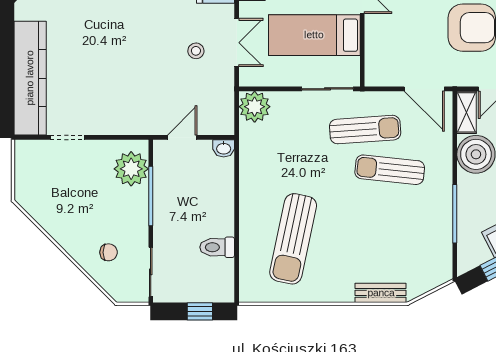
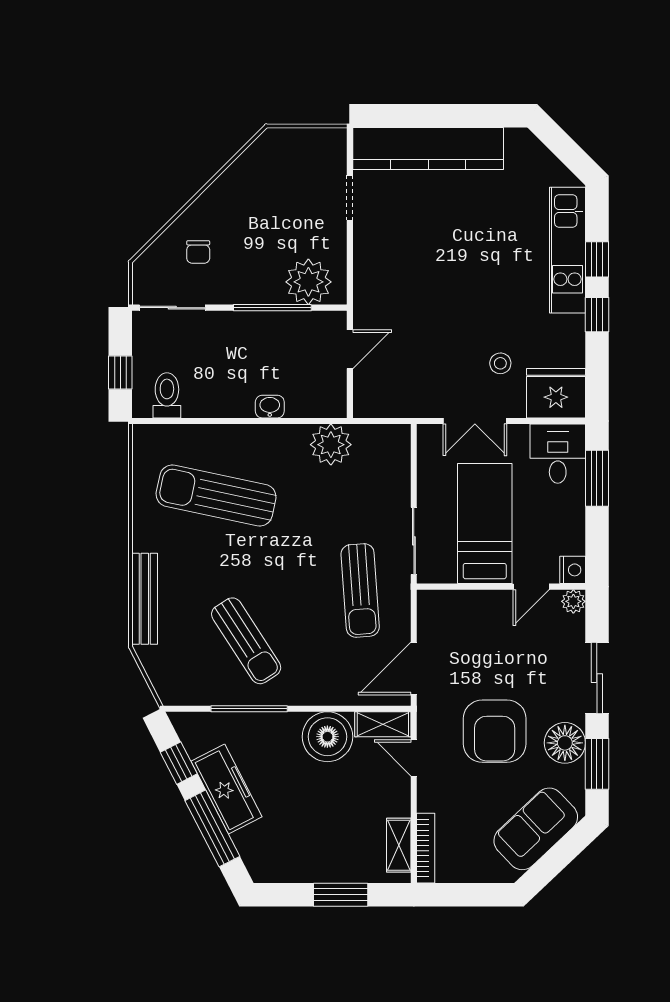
stool: (196, 51) -> (500, 363), moved
plant: (255, 107) -> (331, 445), moved
door: (182, 137) -> (350, 349), hinge flipped
washbasin: (224, 148) -> (270, 407), moved, turned 90
sun lounger: (390, 170) -> (246, 641), moved, turned 141
toilet: (217, 247) -> (167, 395), moved
bench: (381, 293) -> (145, 599), width x1.36

